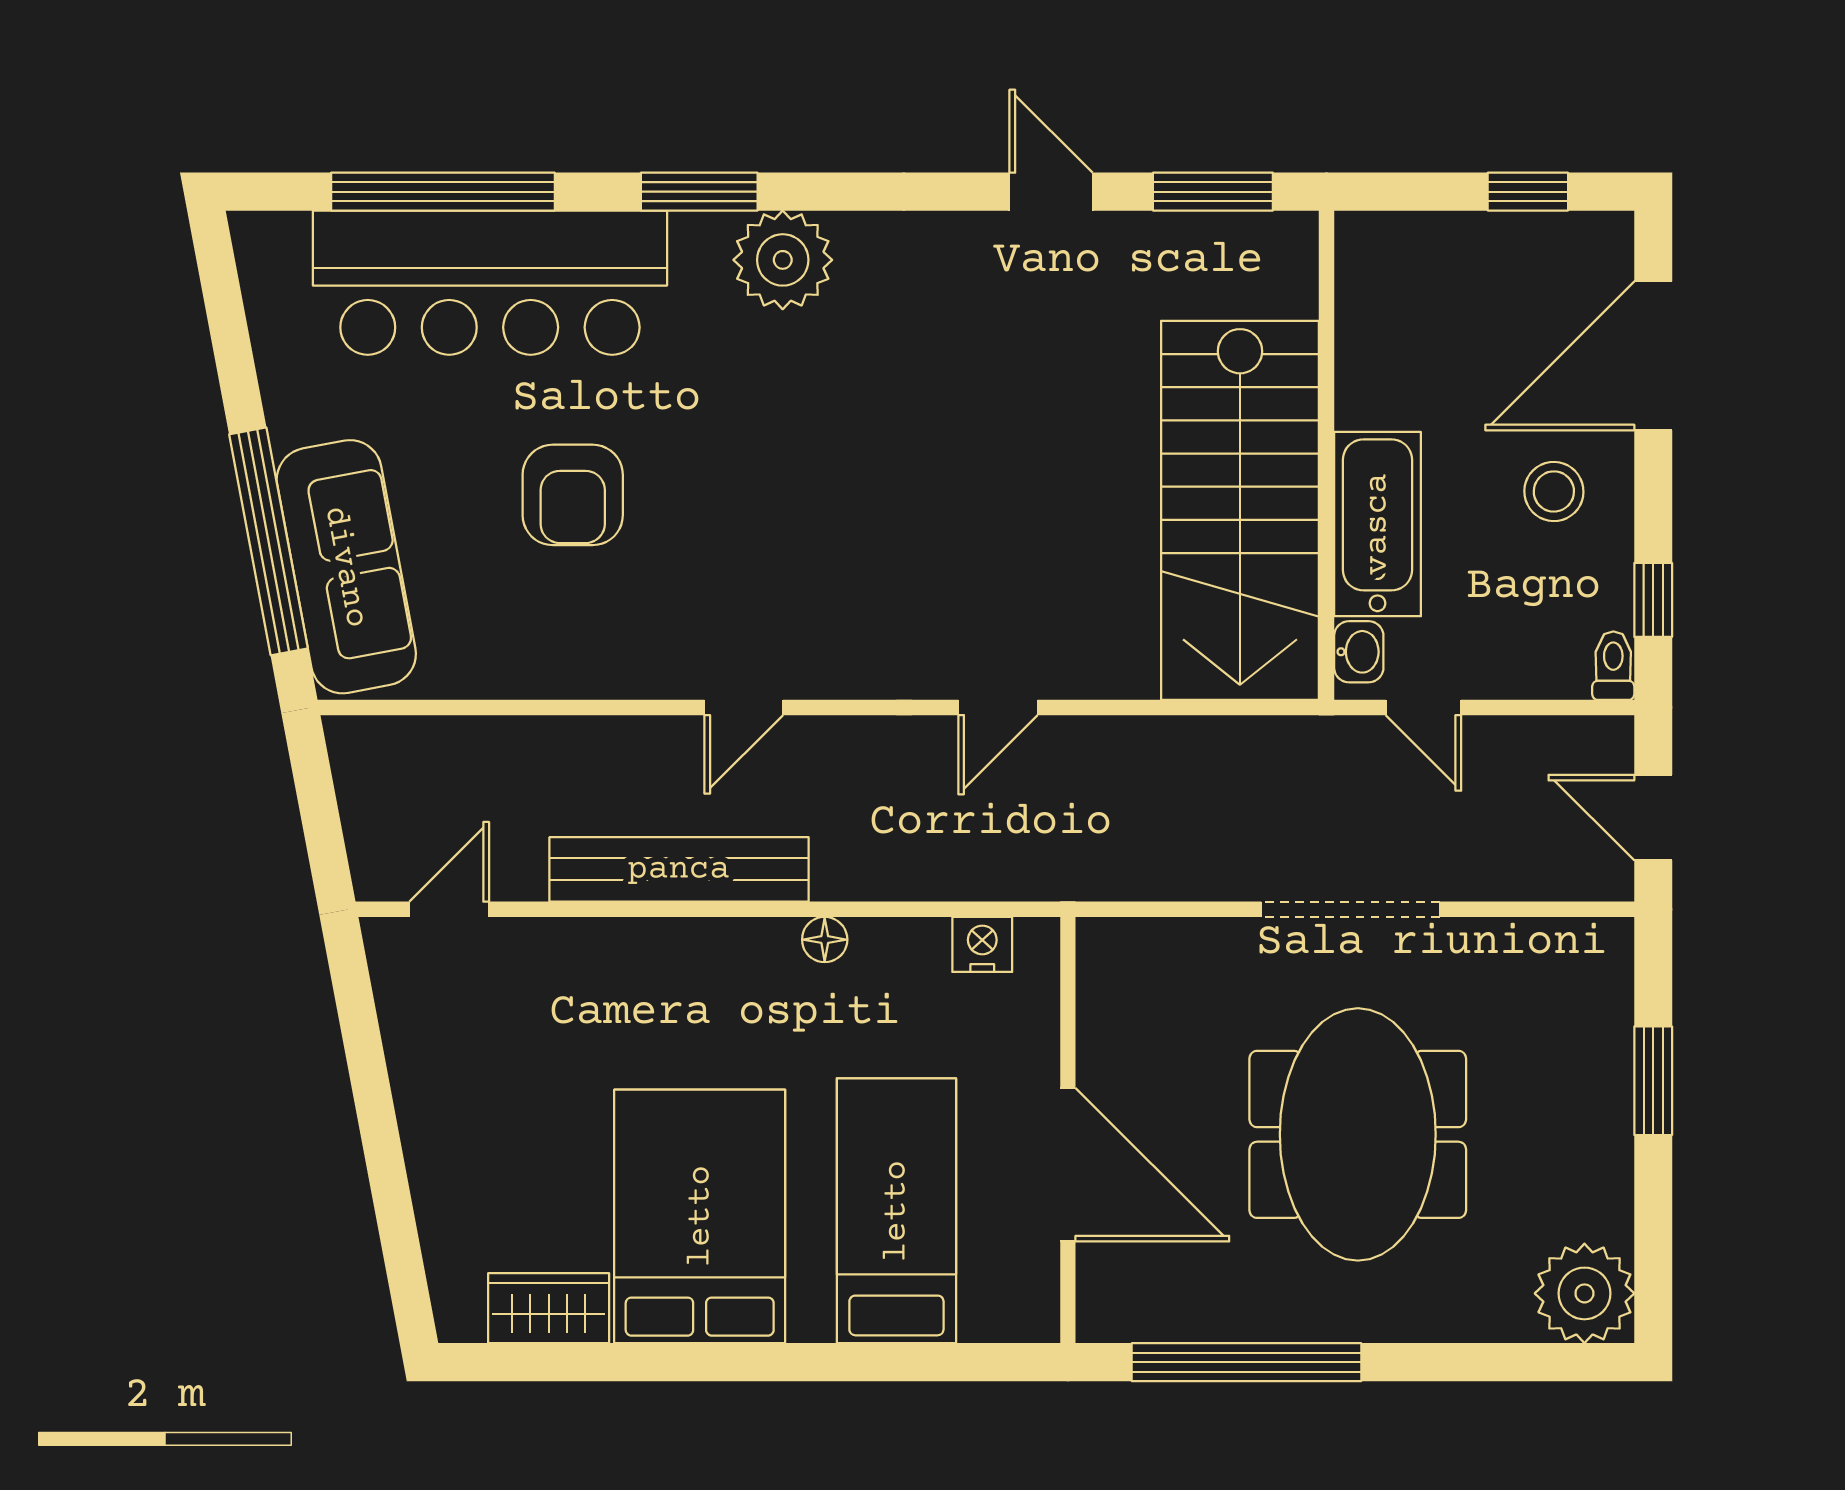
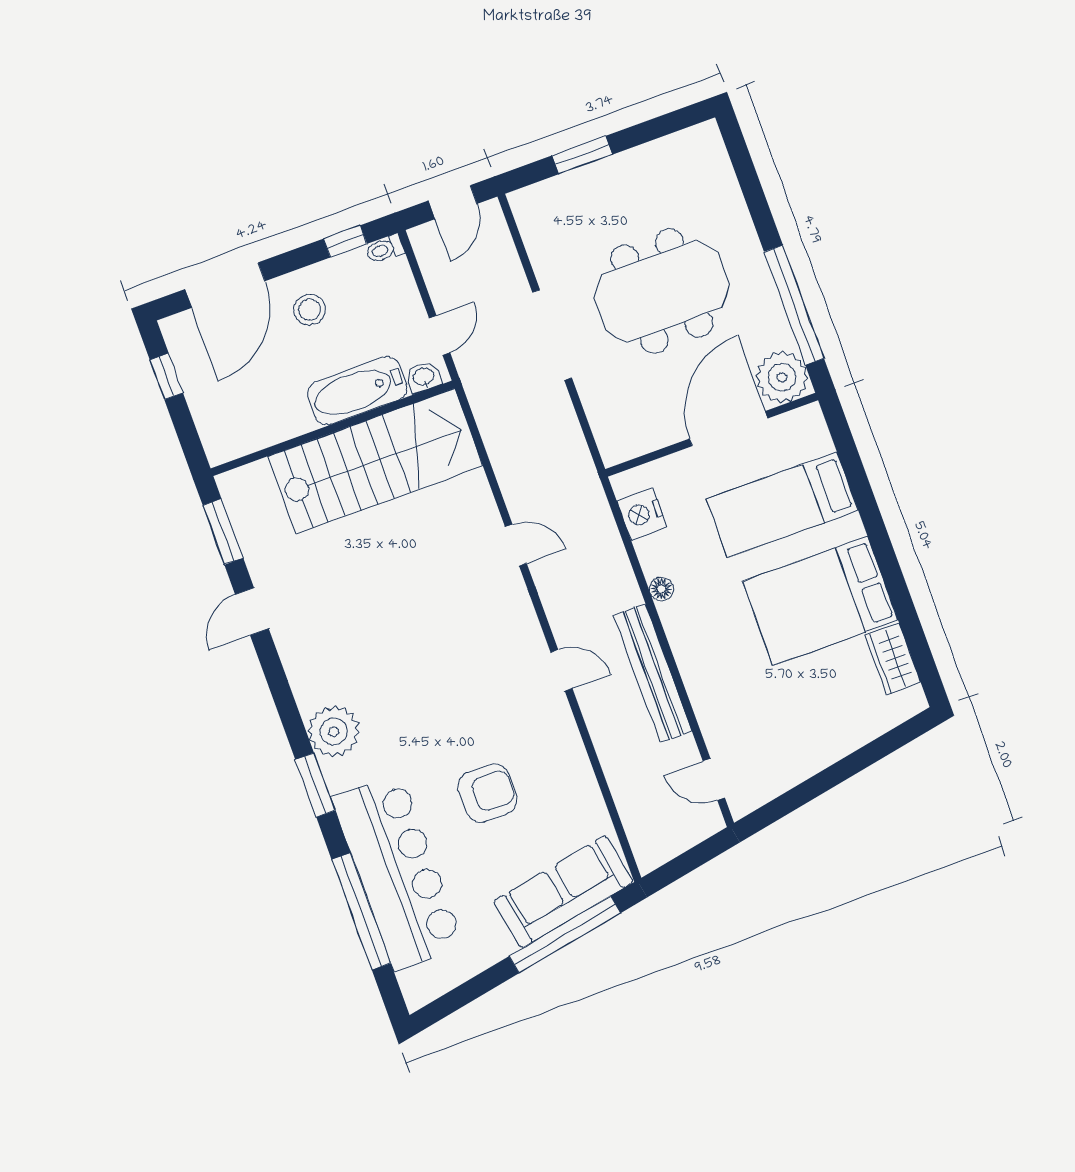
door: (1653, 356) -> (225, 285), hinge flipped
nightstand: (982, 944) -> (642, 514), width x1.36, depth x1.33
plant: (1584, 1293) -> (782, 377), moved

